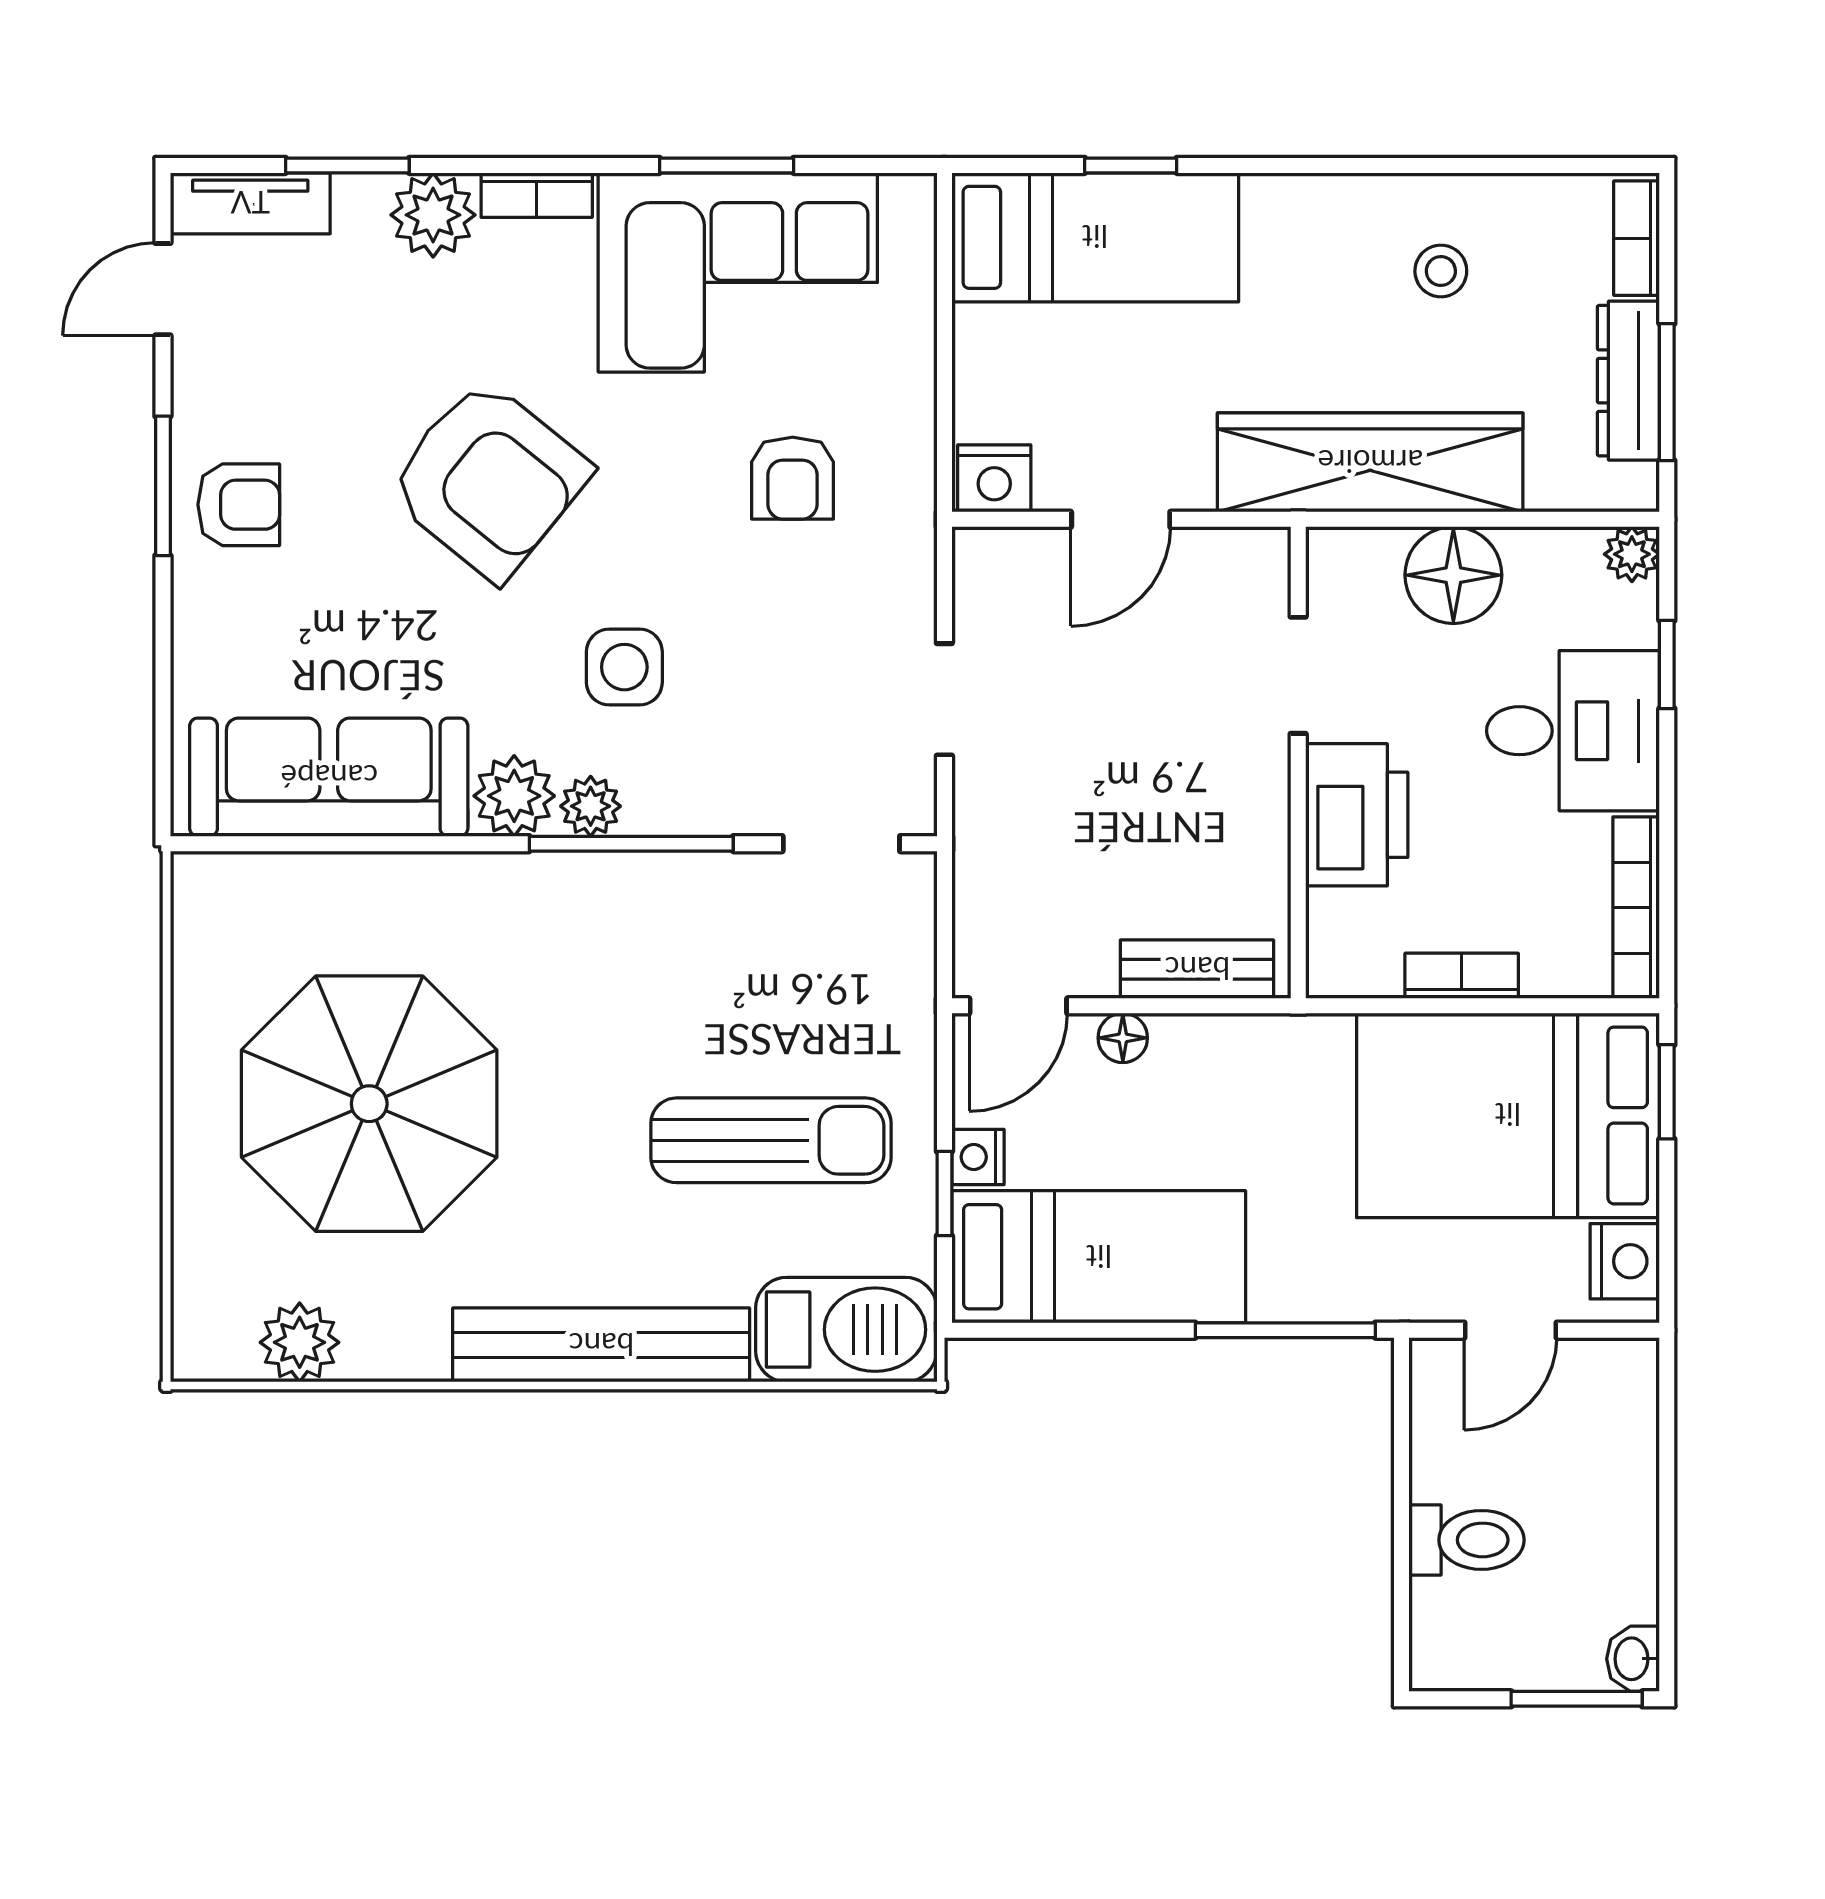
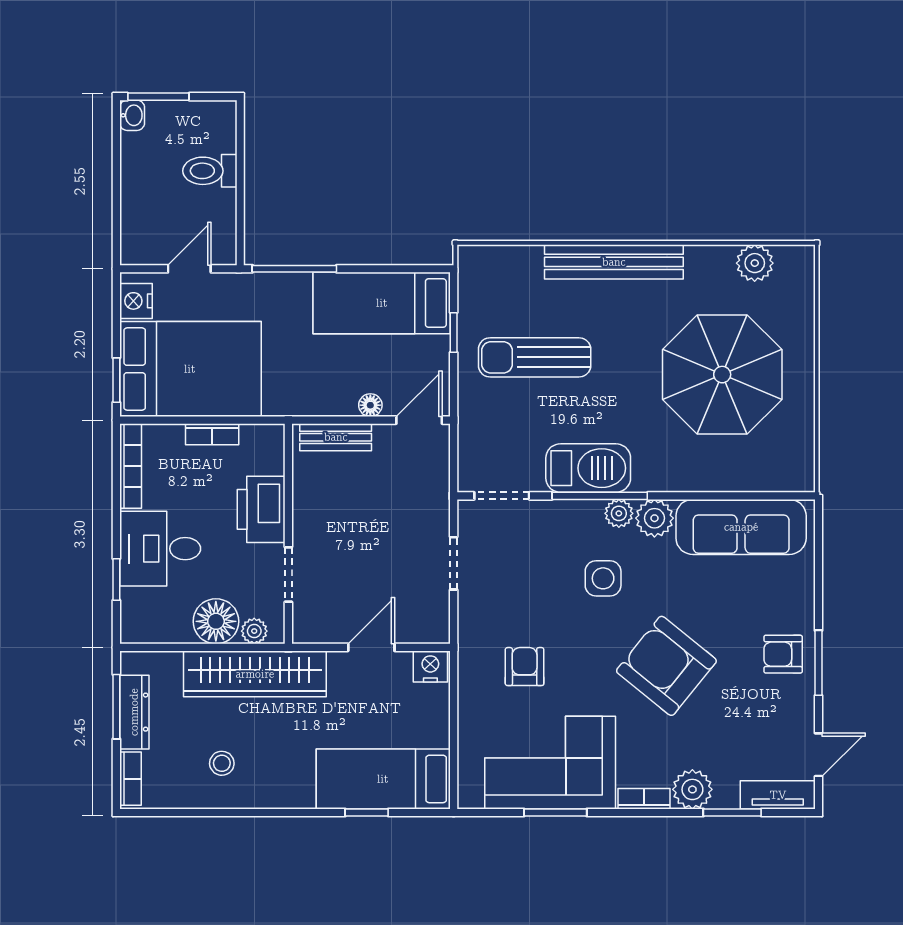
plant: (1632, 554) -> (254, 631), moved
nightstand: (978, 1157) -> (438, 350), removed
barbecue: (846, 1330) -> (588, 468), moved, turned 180

